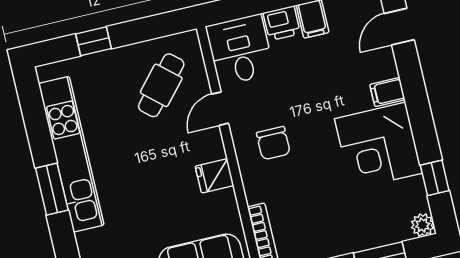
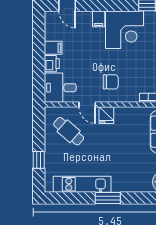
kitchen unit: (71, 154) -> (82, 184), width x0.73
fridge: (215, 176) -> (106, 115), moved

